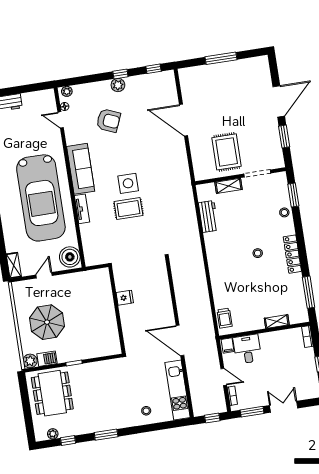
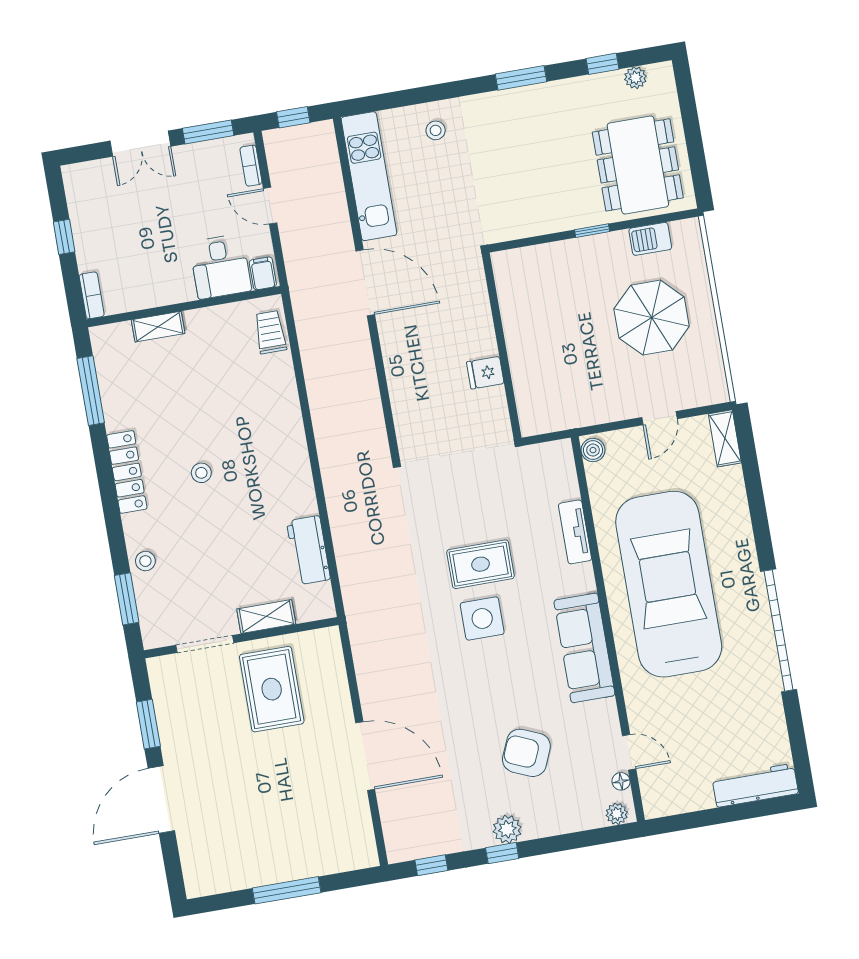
tv unit: (82, 209) -> (575, 532), moved
boiler: (70, 257) -> (593, 450), width x0.54, depth x0.54
plant: (30, 361) -> (687, 234), removed

